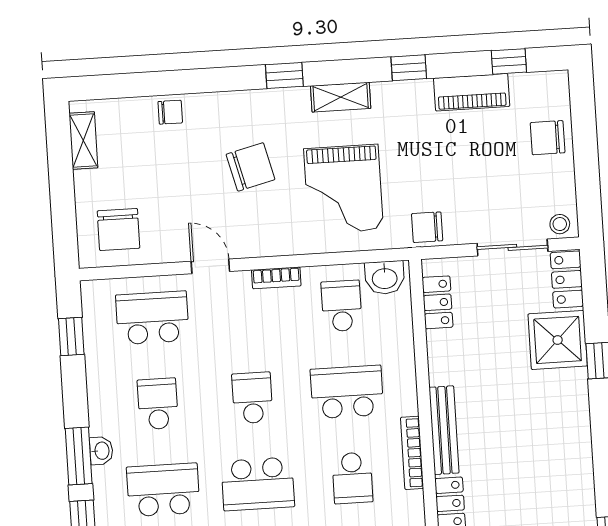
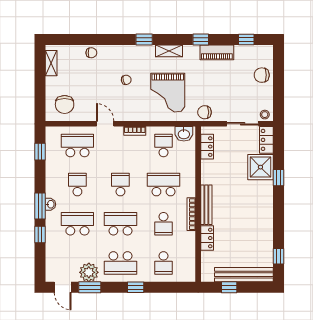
piano: (472, 92) -> (217, 52), moved
chair: (250, 167) -> (126, 80), width x0.54, depth x0.54
school desk: (258, 484) -> (120, 224), turned 180

